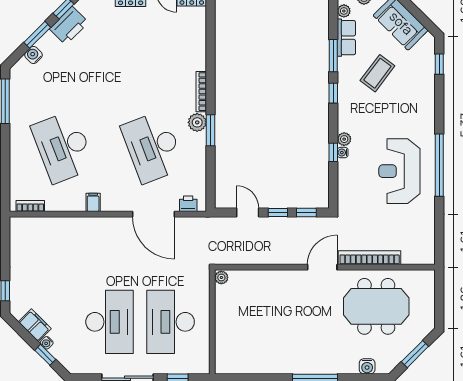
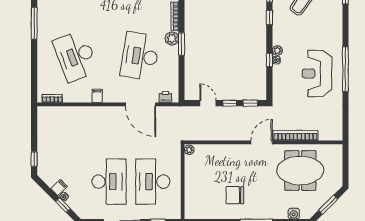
desk: (153, 147) -> (140, 56), turned 30
filing cabinet: (35, 325) -> (59, 188), width x0.50
chair: (285, 341) -> (235, 195), added

